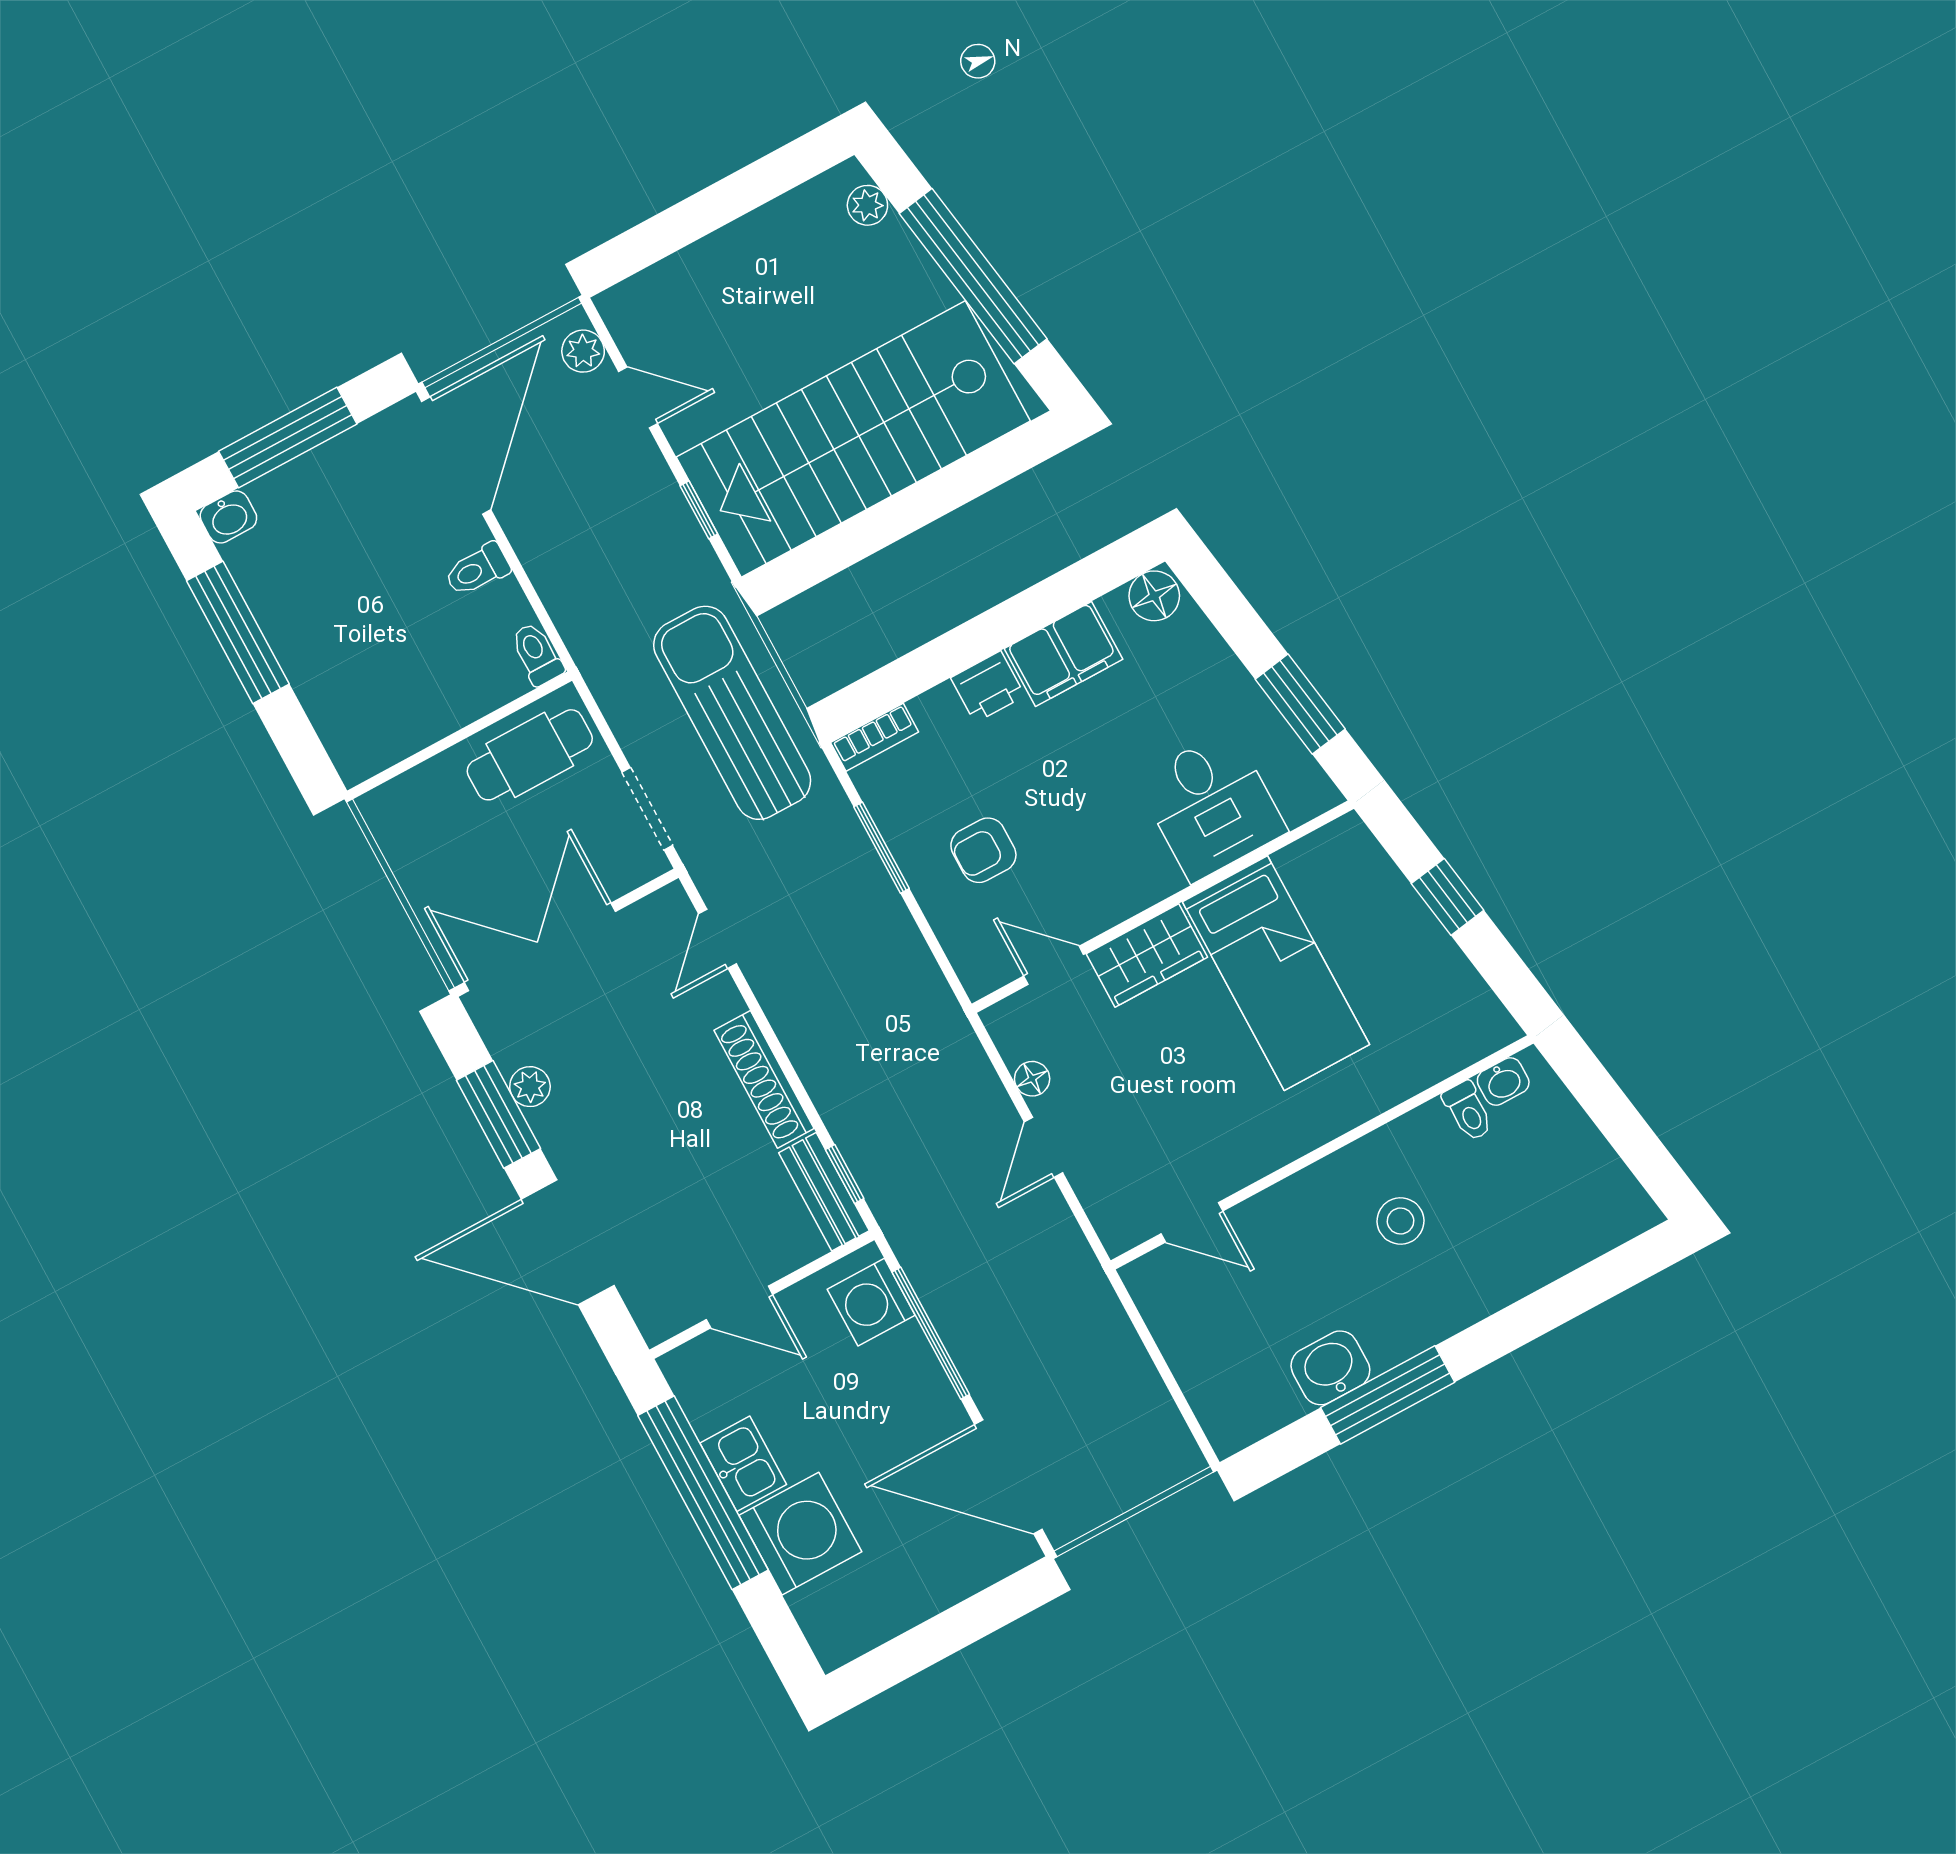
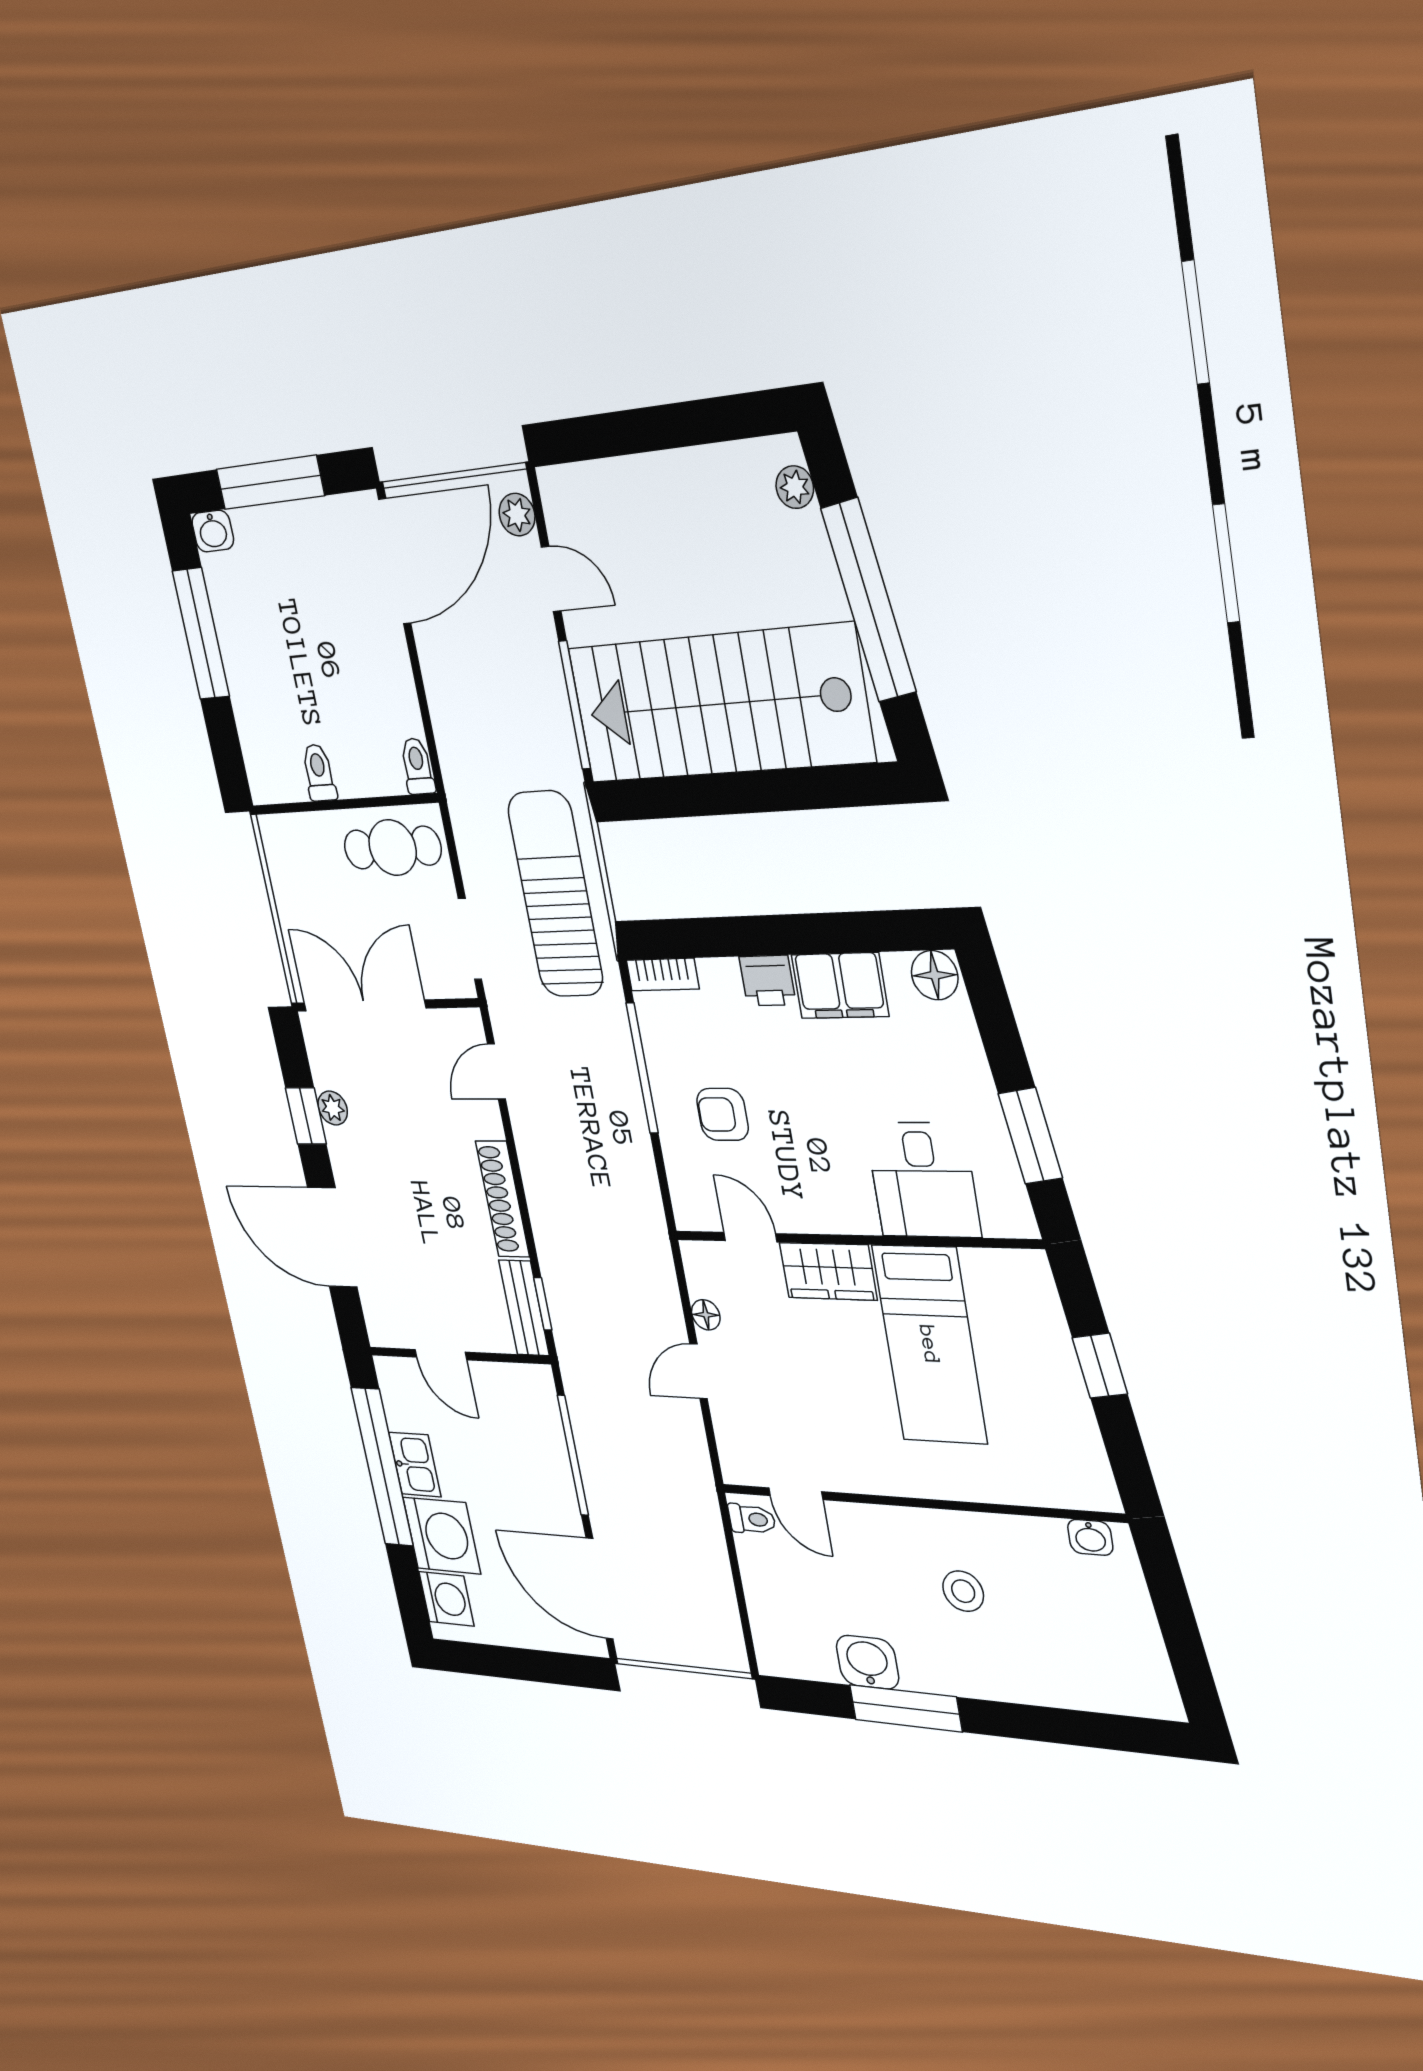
window: (699, 510) -> (575, 705), width x2.17
toilet: (477, 570) -> (319, 773), moved, turned 90
window: (882, 848) -> (642, 1068), width x1.44
toilet: (1468, 1111) -> (752, 1519), moved, turned -90
window: (498, 1114) -> (306, 1116), width x0.67
washing machine: (871, 1302) -> (446, 1599), moved, turned 180

